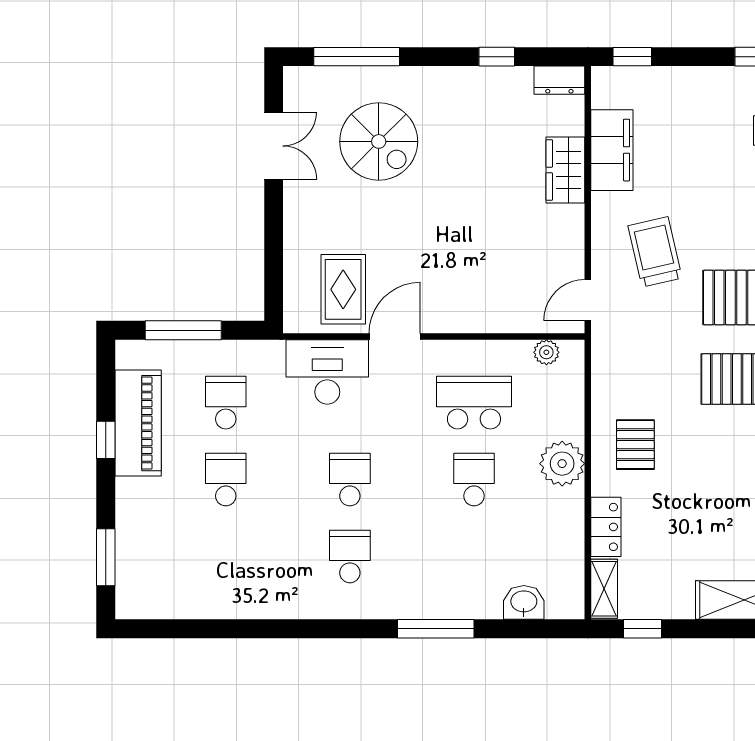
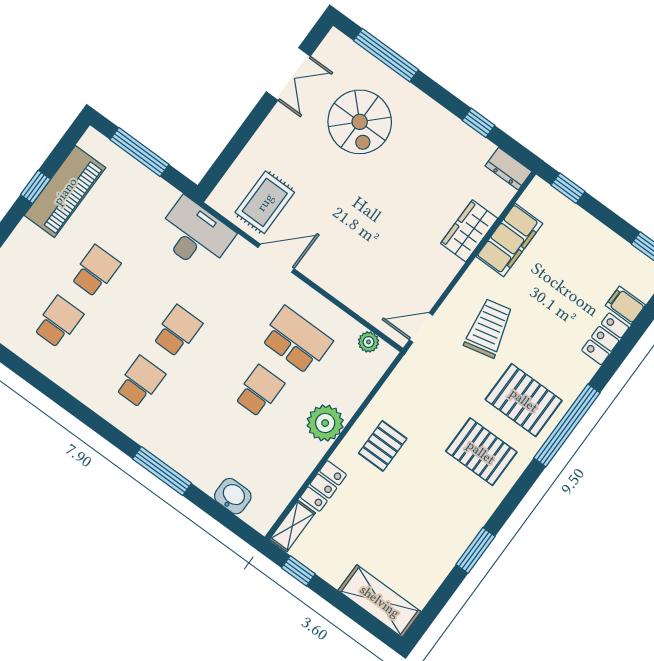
desk: (327, 372) -> (195, 235), moved
school desk: (226, 403) -> (58, 322), moved

